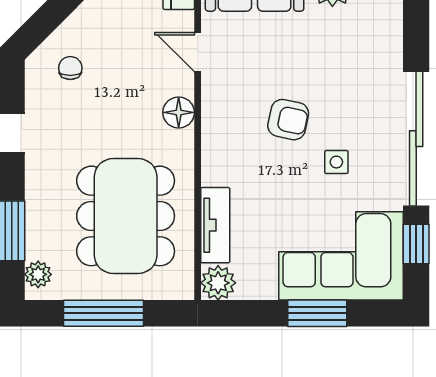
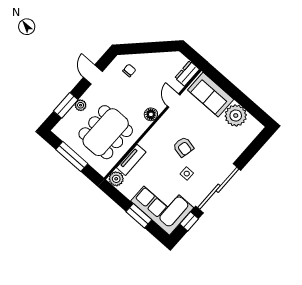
plant: (38, 274) -> (81, 105), moved

